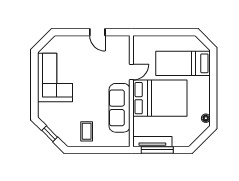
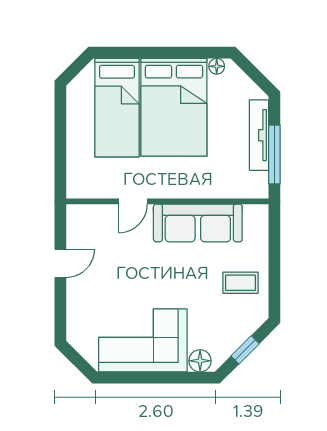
door: (131, 72) -> (133, 201), swing flipped
bed: (160, 98) -> (174, 107), moved, turned 180
floor lamp: (44, 109) -> (200, 361), added
tv unit: (152, 142) -> (259, 135), moved

